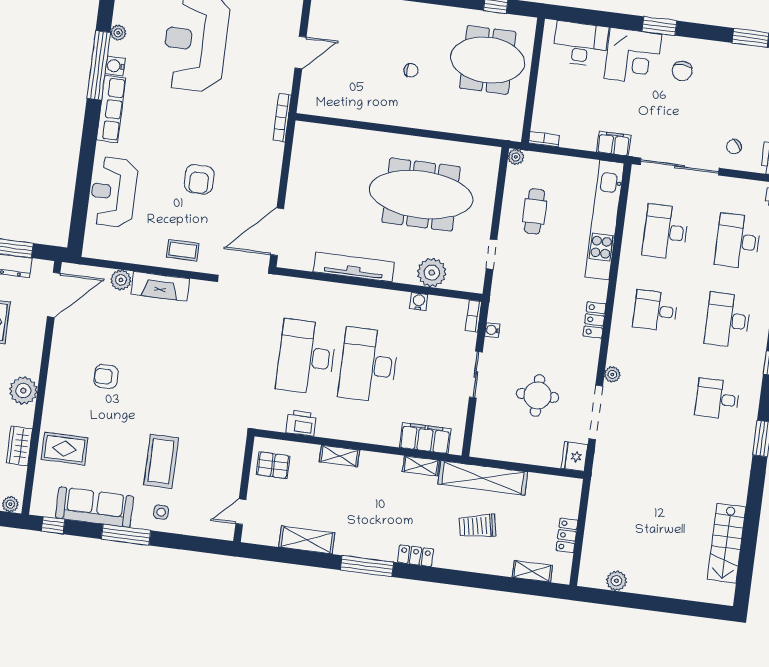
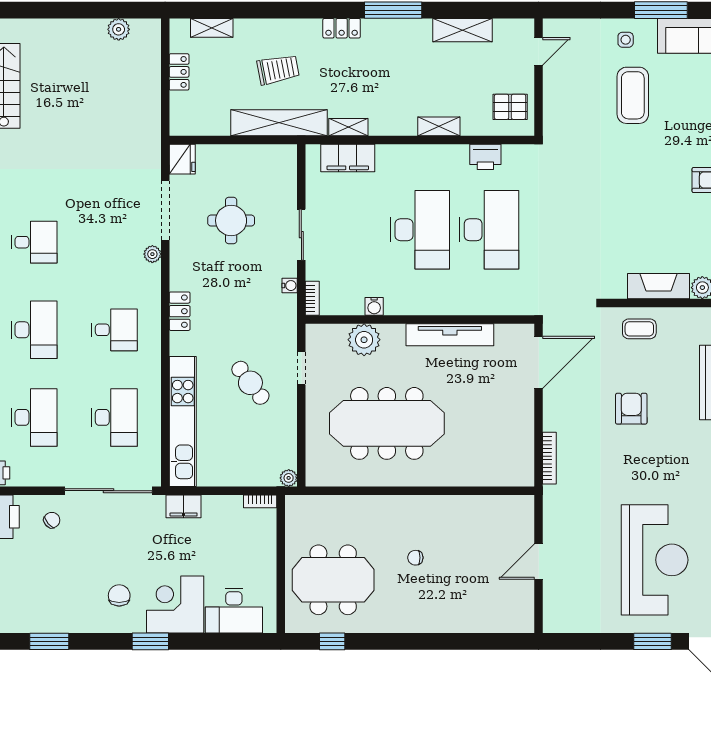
bookcase: (282, 118) -> (549, 458), moved
cafe table: (535, 211) -> (250, 383), moved, turned -37

